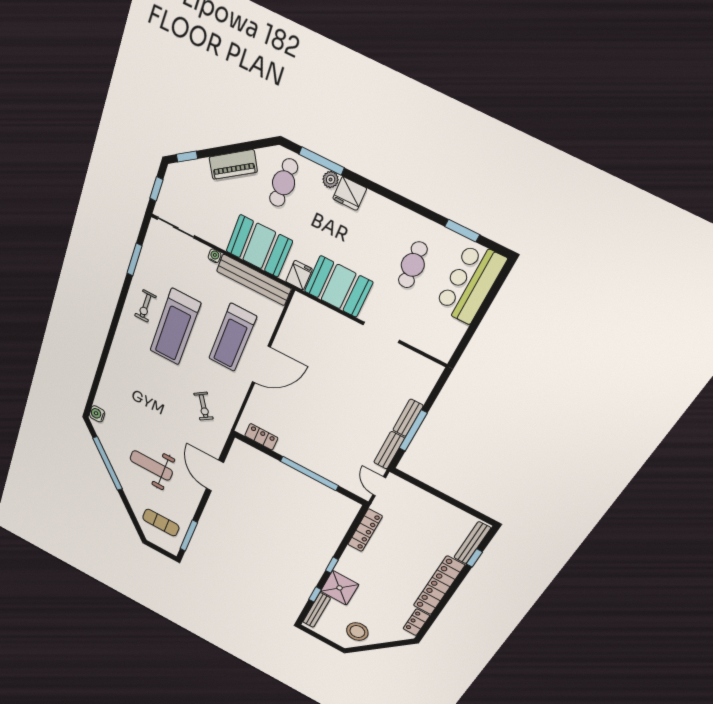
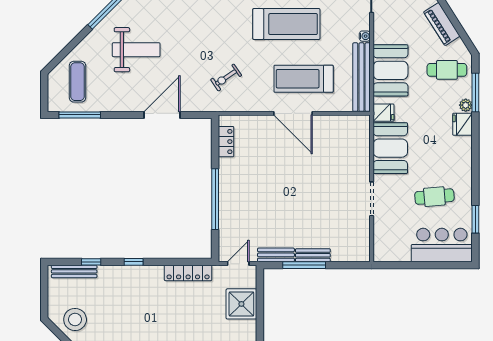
treadmill: (175, 327) -> (286, 24), turned 180
weight bench: (151, 465) -> (136, 50), turned 90
shower: (340, 588) -> (241, 304), moved

